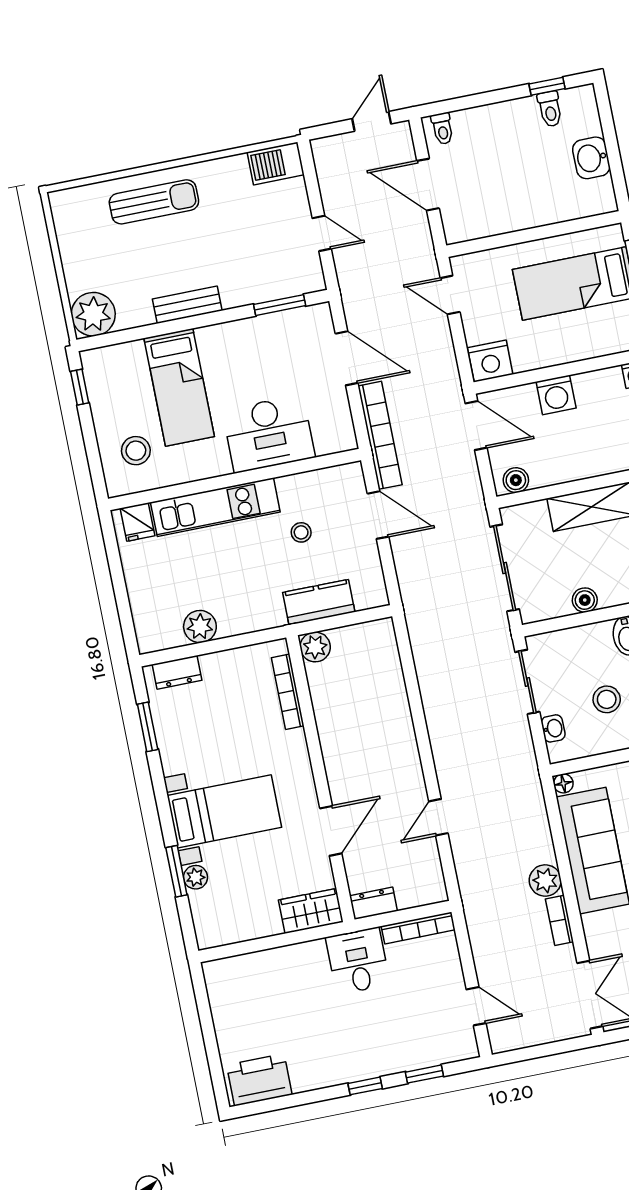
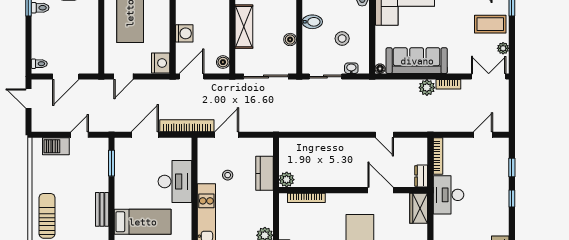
barbecue: (276, 163) -> (56, 146), moved, turned 90
desk: (358, 961) -> (448, 195), width x1.37

